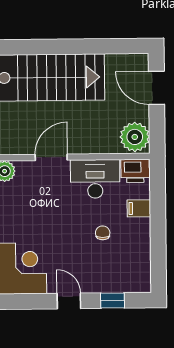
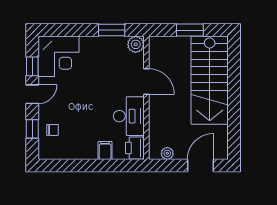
plant: (135, 137) -> (167, 153), width x0.53, depth x0.53
chair: (103, 233) -> (52, 130), moved
window: (34, 301) -> (32, 66), added

